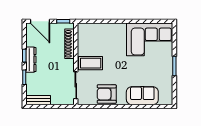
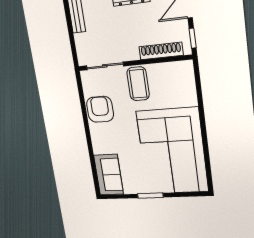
corner sofa: (150, 39) -> (172, 151), width x1.36, depth x1.36
sofa: (142, 96) -> (109, 175), moved

